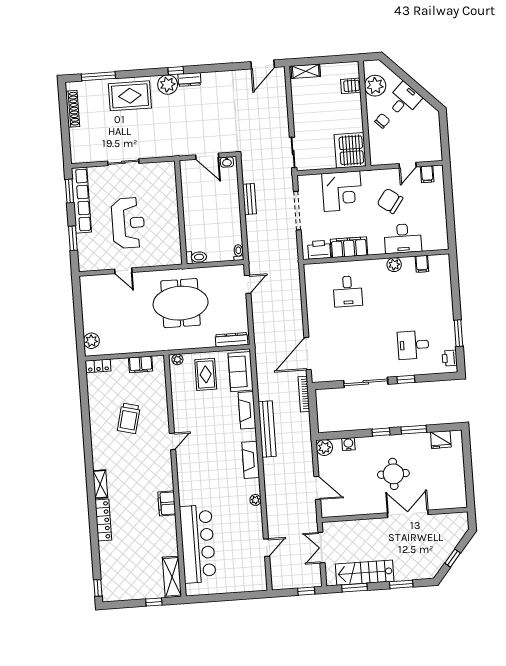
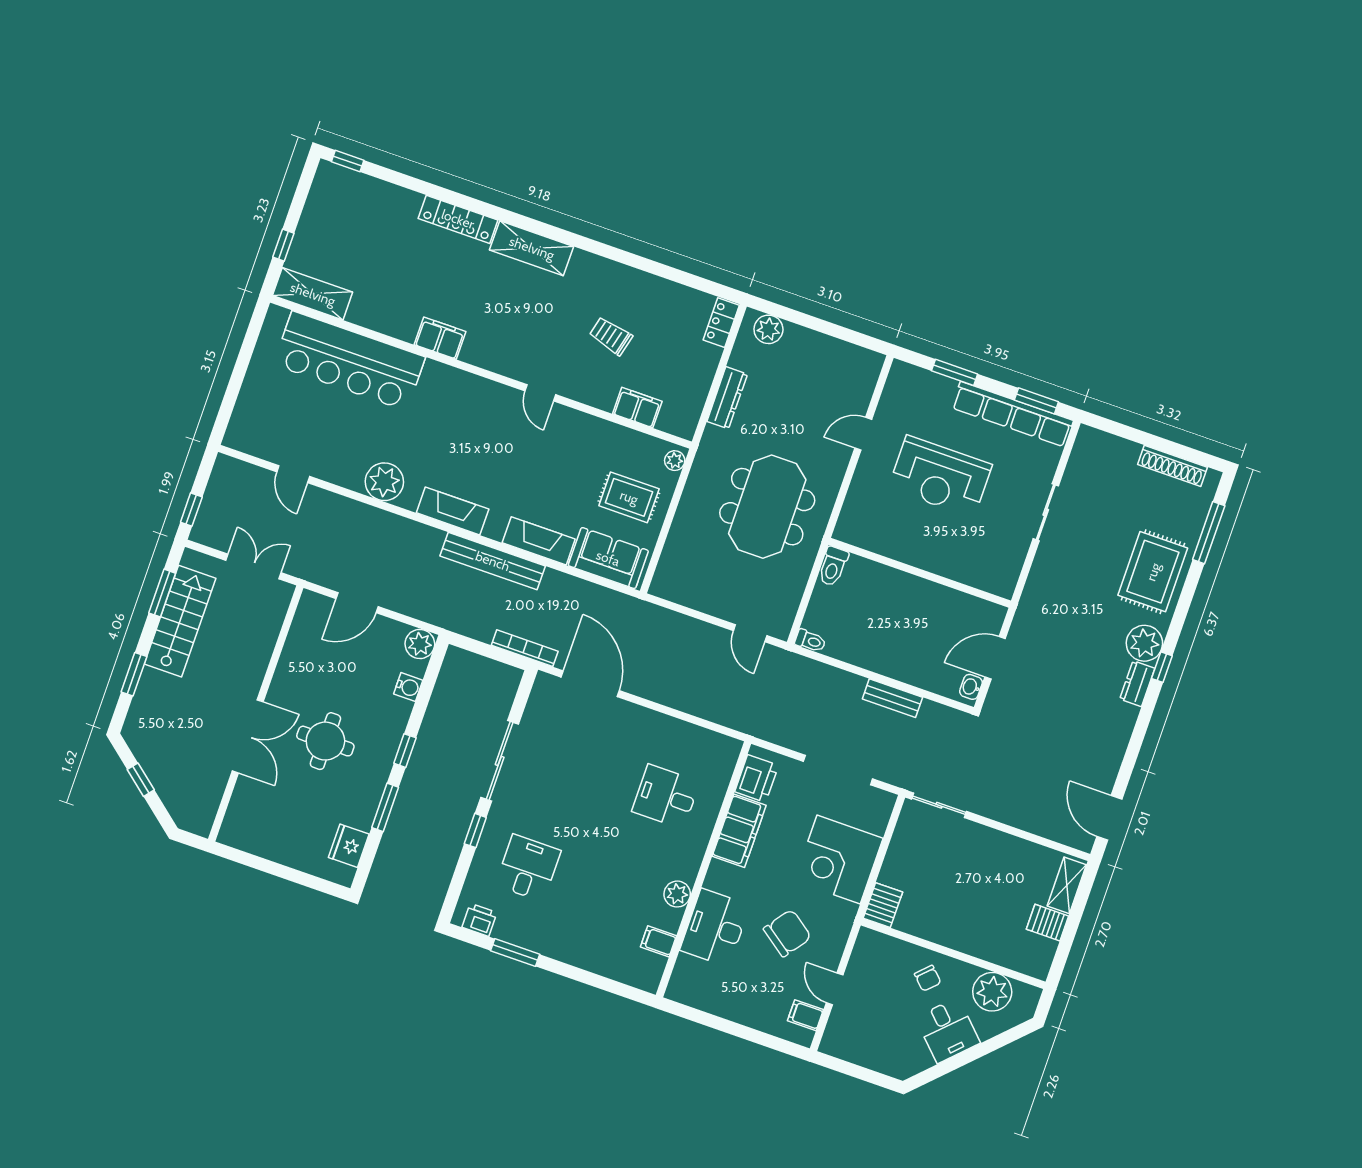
server rack: (351, 86) -> (1048, 923), moved, turned -90
server rack: (350, 150) -> (883, 905), width x0.46, depth x0.70
dresser: (231, 340) -> (727, 398), moved
filing cabinet: (141, 364) -> (637, 408), moved, turned 90
trolley: (129, 418) -> (611, 336), width x0.73, depth x0.72
shelving: (100, 484) -> (532, 248), width x1.50, depth x1.33
plant: (256, 500) -> (384, 482), width x1.88, depth x1.88

